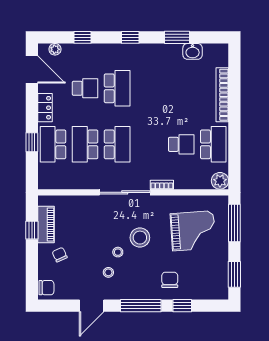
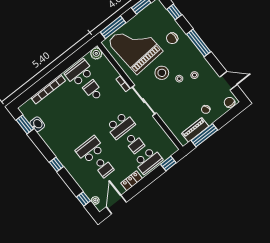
window: (82, 37) -> (84, 199), moved
window: (177, 37) -> (25, 124), moved
school desk: (85, 88) -> (104, 167), turned 180
window: (32, 142) -> (168, 164), moved
school desk: (85, 144) -> (134, 143), width x0.54
school desk: (117, 144) -> (121, 125), turned 180
window: (32, 230) -> (204, 135), width x2.17
grand piano: (193, 231) -> (135, 47), width x1.37, depth x1.48
door: (92, 306) -> (228, 81), moved
window: (182, 306) -> (174, 12), moved

